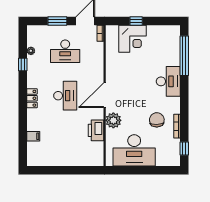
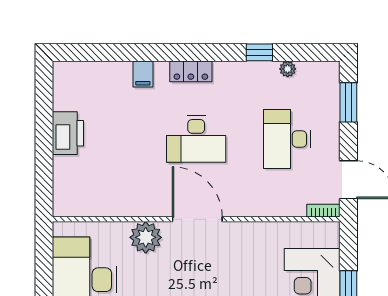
window: (57, 21) -> (348, 102), moved
printer: (96, 130) -> (68, 133), moved, turned 90
filing cabinet: (33, 136) -> (143, 74), moved

